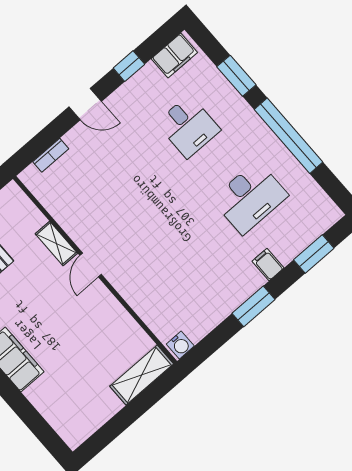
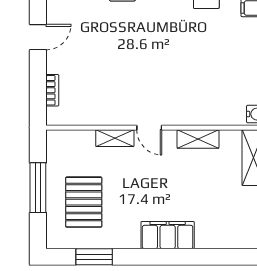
shelving: (117, 315) -> (198, 139), added

